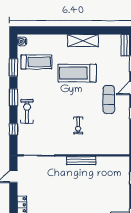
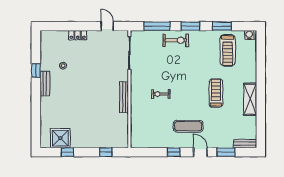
treadmill: (77, 73) -> (216, 93), width x0.73, depth x0.73
window: (13, 129) -> (157, 26), width x2.17

